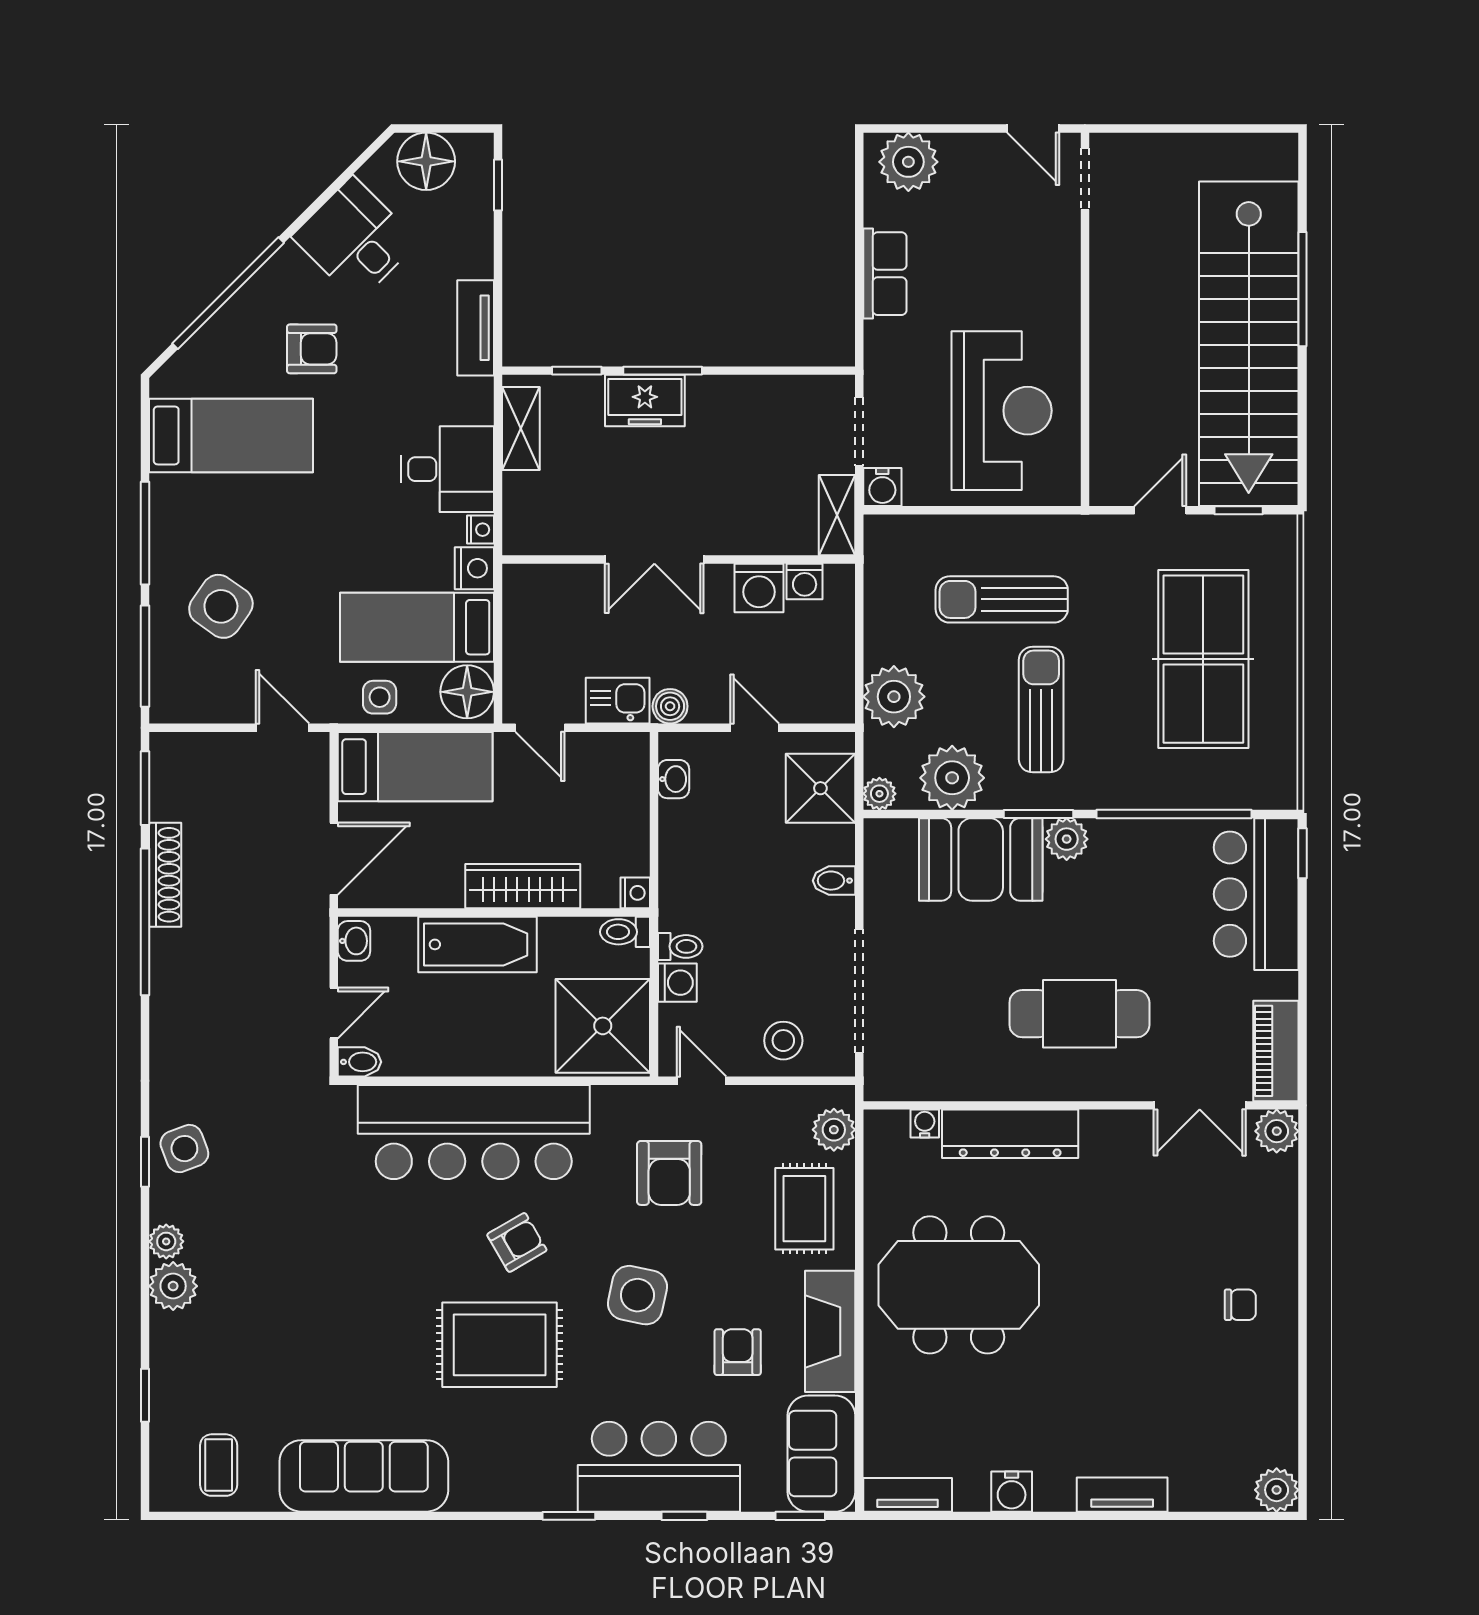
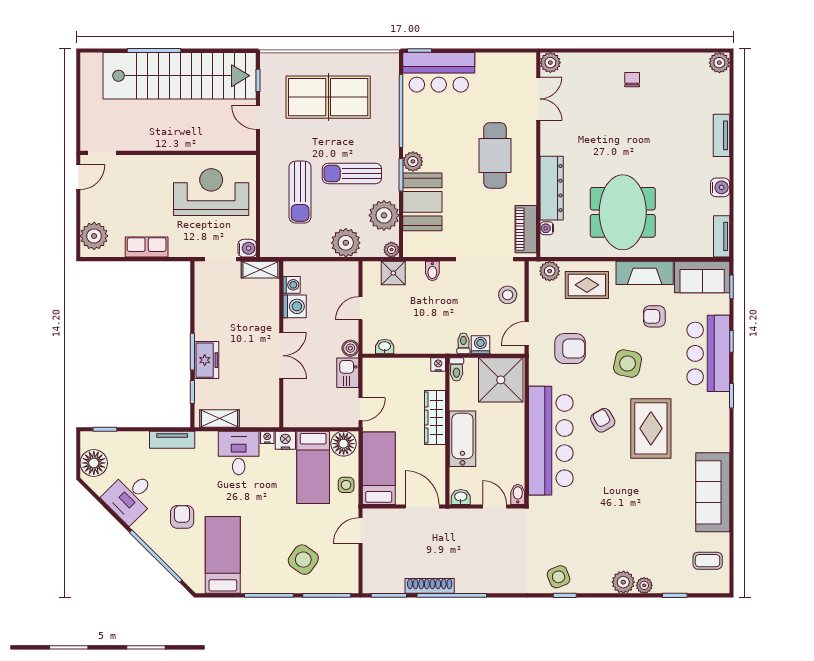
shower: (820, 788) -> (393, 273), width x0.73, depth x0.73
piano: (1276, 1051) -> (526, 229), moved, turned 90
plant: (166, 1241) -> (644, 585), moved

